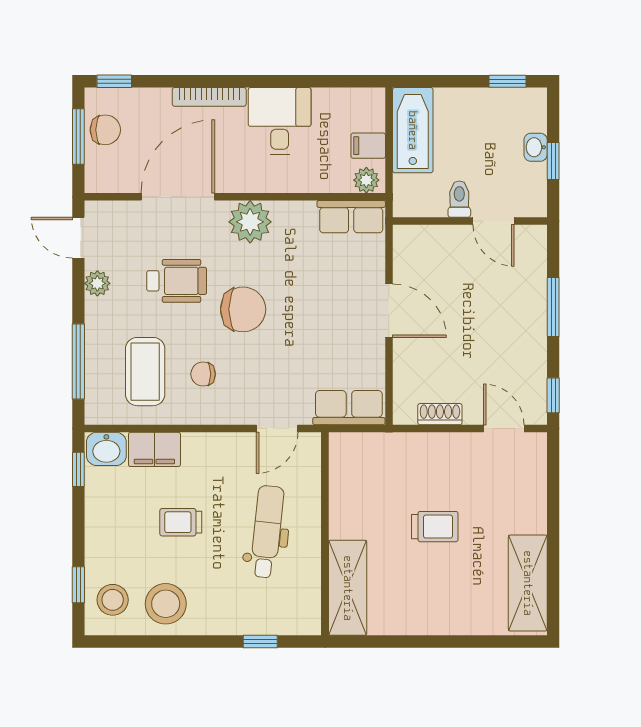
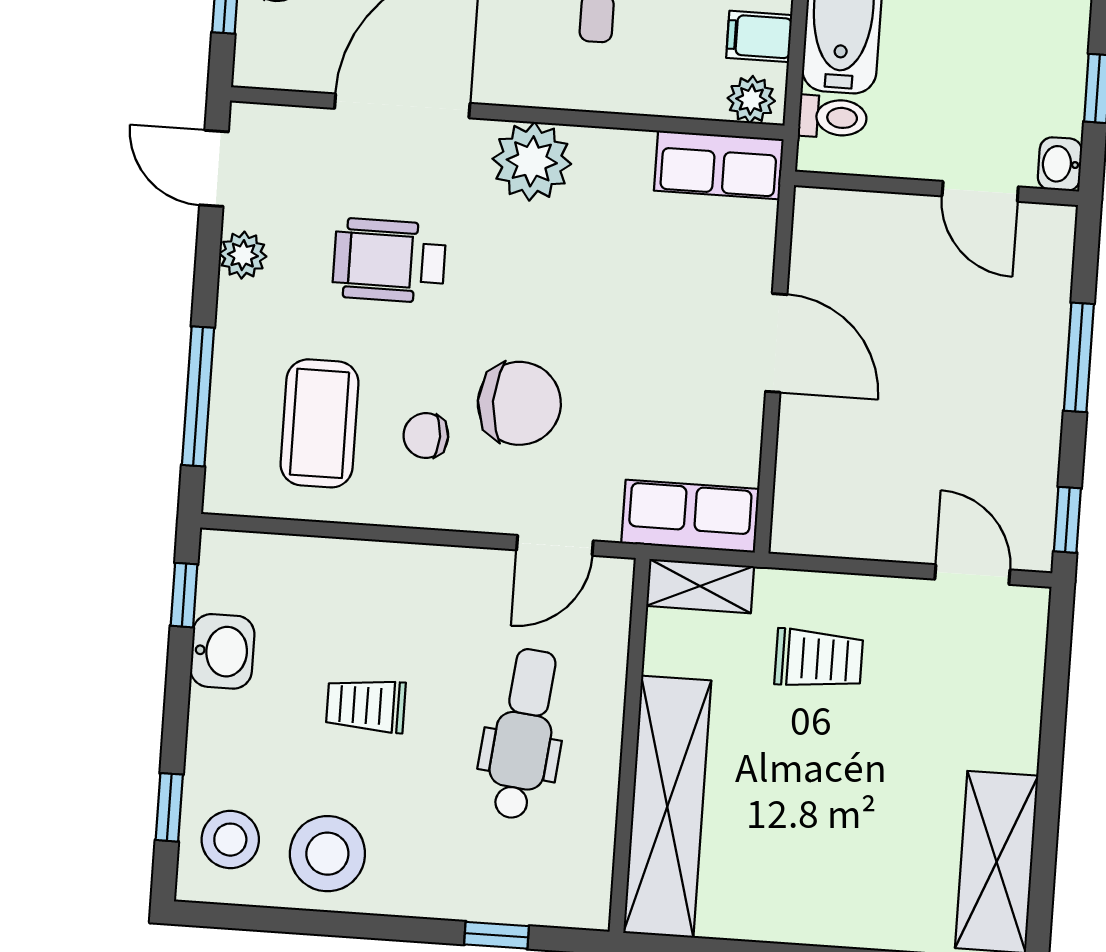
washbasin: (536, 147) -> (1060, 164), moved
toilet: (459, 199) -> (833, 117), moved, turned 90
wheelchair: (177, 281) -> (389, 261), turned 180
chair: (243, 309) -> (519, 403), moved
shoe rack: (440, 414) -> (857, 540), removed
shelving: (357, 445) -> (700, 586), added
washbasin: (106, 449) -> (222, 651), moved, turned -90
filing cabinet: (154, 449) -> (327, 568), removed
trolley: (435, 527) -> (819, 659), moved
shelving: (348, 588) -> (667, 807), width x1.47

